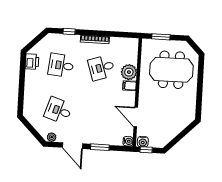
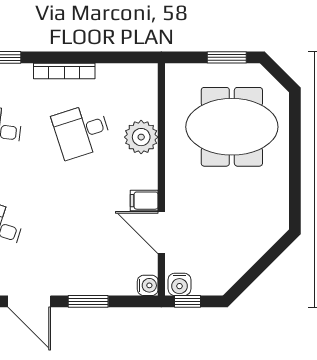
window: (161, 37) -> (227, 57), moved
filing cabinet: (130, 86) -> (144, 201), moved

